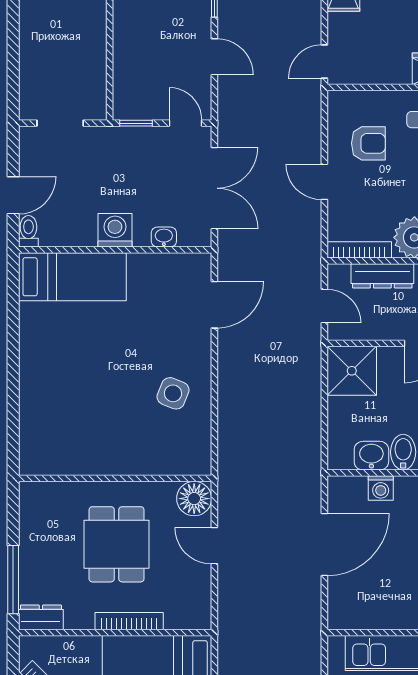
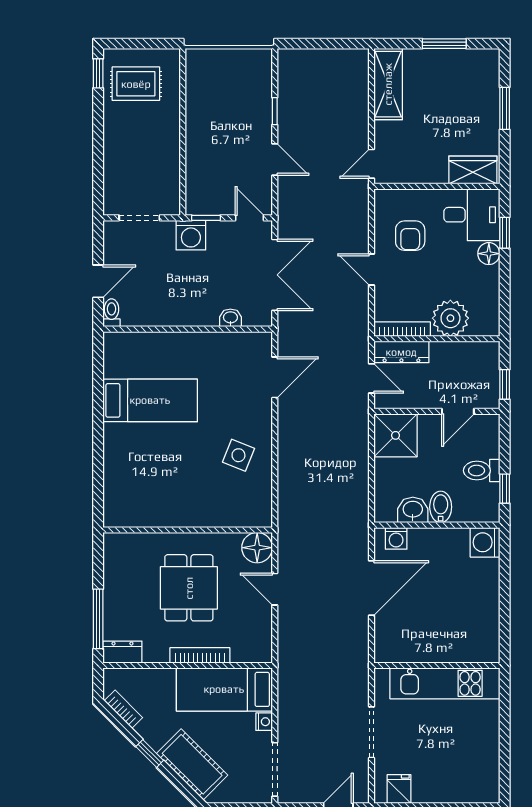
armchair: (368, 143) -> (410, 236), turned 90
washing machine: (115, 230) -> (191, 235), moved, turned 180
dresser: (382, 276) -> (401, 352), moved
bed: (72, 277) -> (150, 400), moved
washing machine: (381, 488) -> (396, 538), moved

